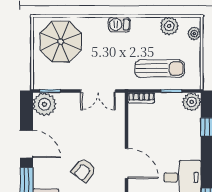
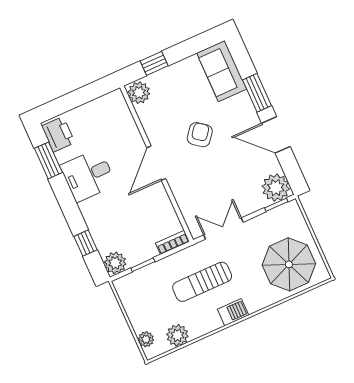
sun lounger: (160, 69) -> (202, 282), moved
door: (127, 163) -> (156, 163), hinge flipped

